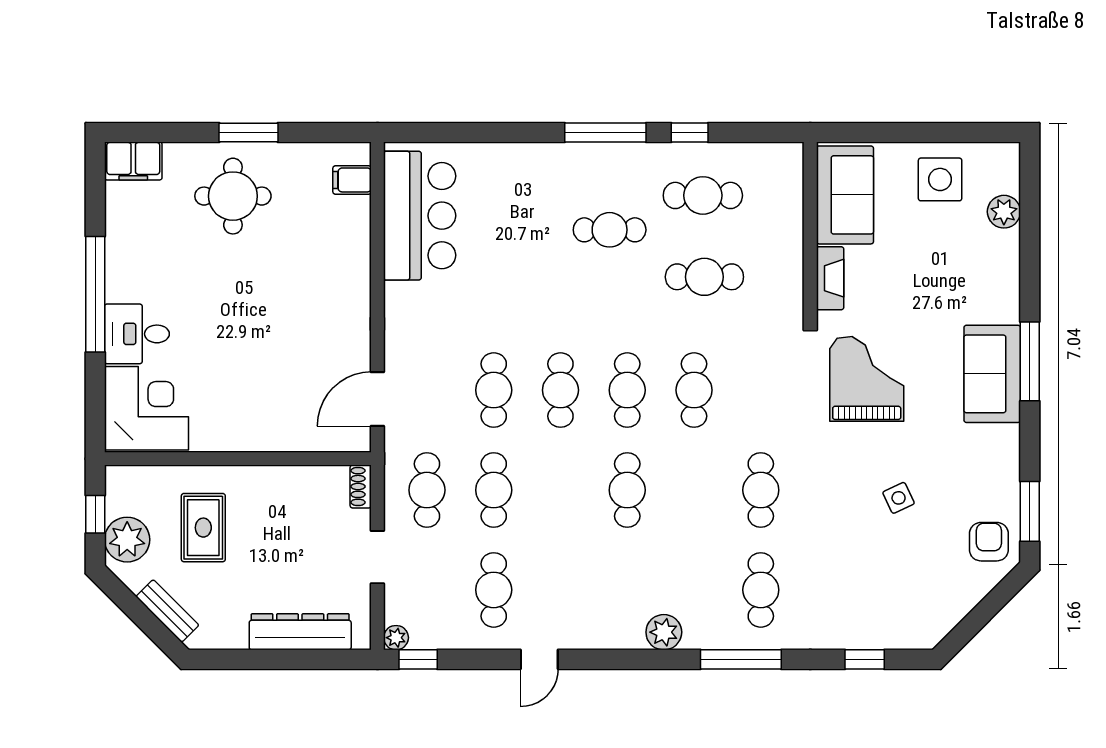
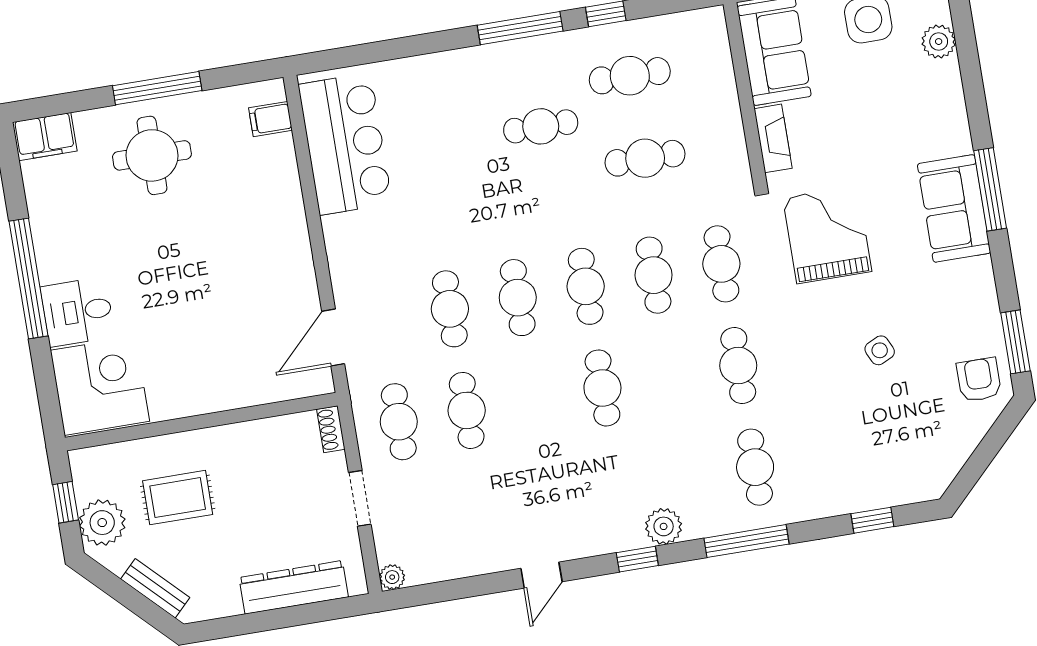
window: (249, 132) -> (157, 88), width x1.44
rug: (203, 528) -> (178, 498), turned 90
cafe table: (494, 590) -> (721, 264), moved
window: (418, 659) -> (637, 559), moved

